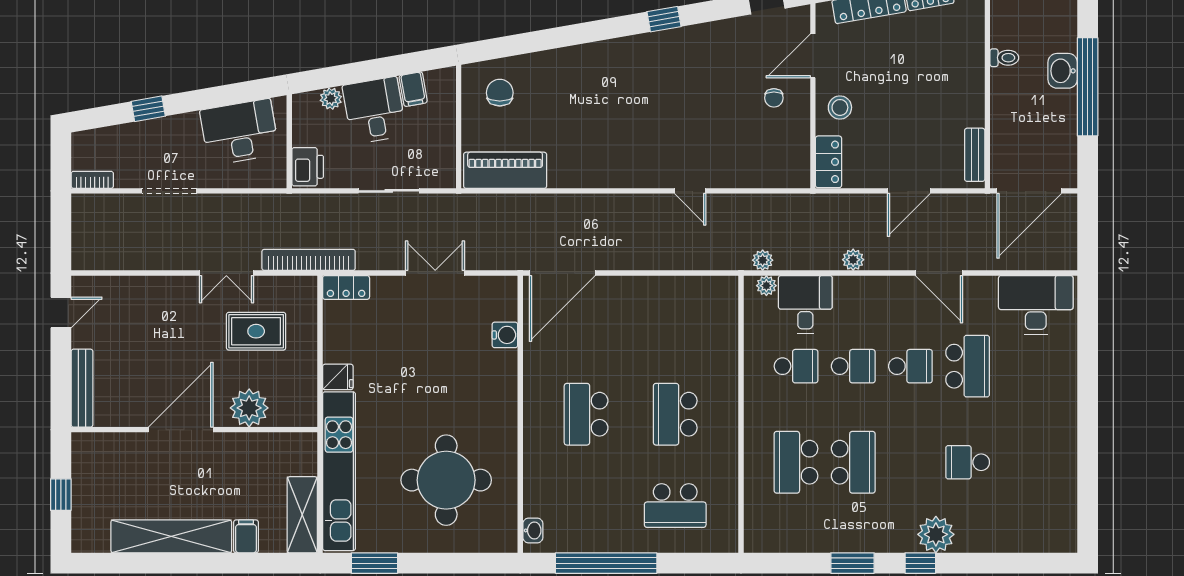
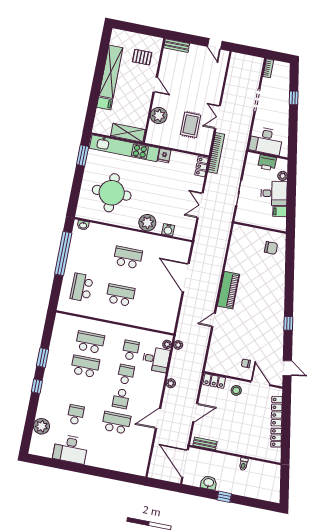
washbasin: (1063, 71) -> (209, 483), moved
window: (1088, 87) -> (224, 497), width x0.32
desk: (240, 132) -> (266, 141), moved, turned 100
printer: (308, 167) -> (267, 163), moved
piano: (505, 170) -> (228, 290), moved
door: (909, 191) -> (195, 413), swing flipped
double door: (435, 273) -> (200, 205), swing flipped
door: (562, 273) -> (186, 278), moved
desk: (1036, 305) -> (71, 449), moved, turned 90
school desk: (796, 366) -> (131, 350), turned 180
school desk: (853, 366) -> (126, 374), turned 180
school desk: (968, 366) -> (116, 423), turned 180
plant: (498, 385) -> (147, 223), added
bench: (82, 388) -> (177, 46), width x0.73
door: (181, 430) -> (155, 85), width x0.53
school desk: (853, 462) -> (85, 366), turned 180
pallet: (124, 472) -> (142, 57), added
window: (61, 495) -> (138, 29), removed
shelving: (302, 515) -> (128, 133), moved
plant: (936, 534) -> (42, 426), moved

